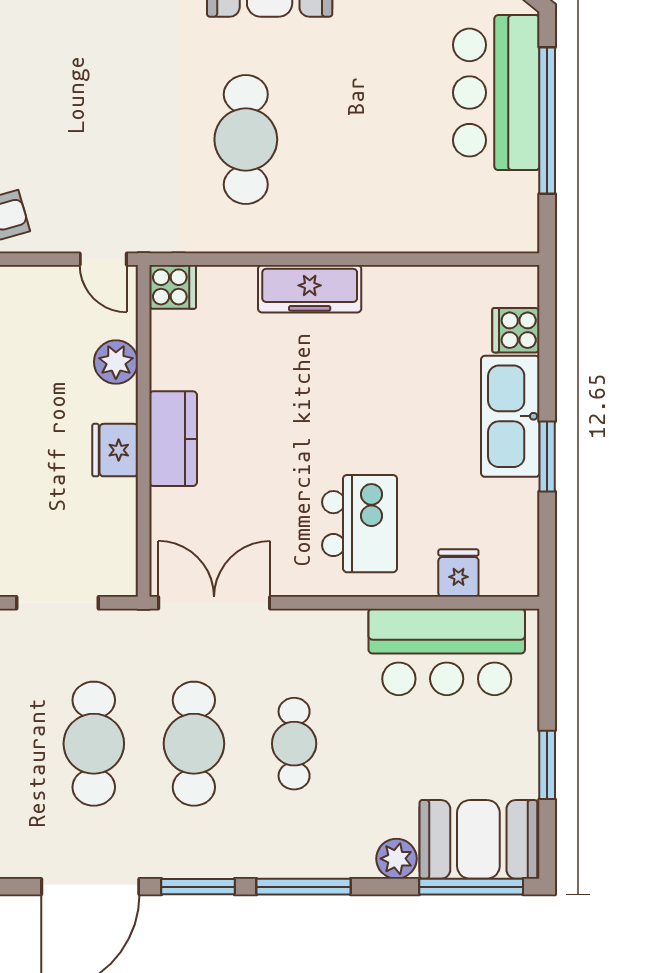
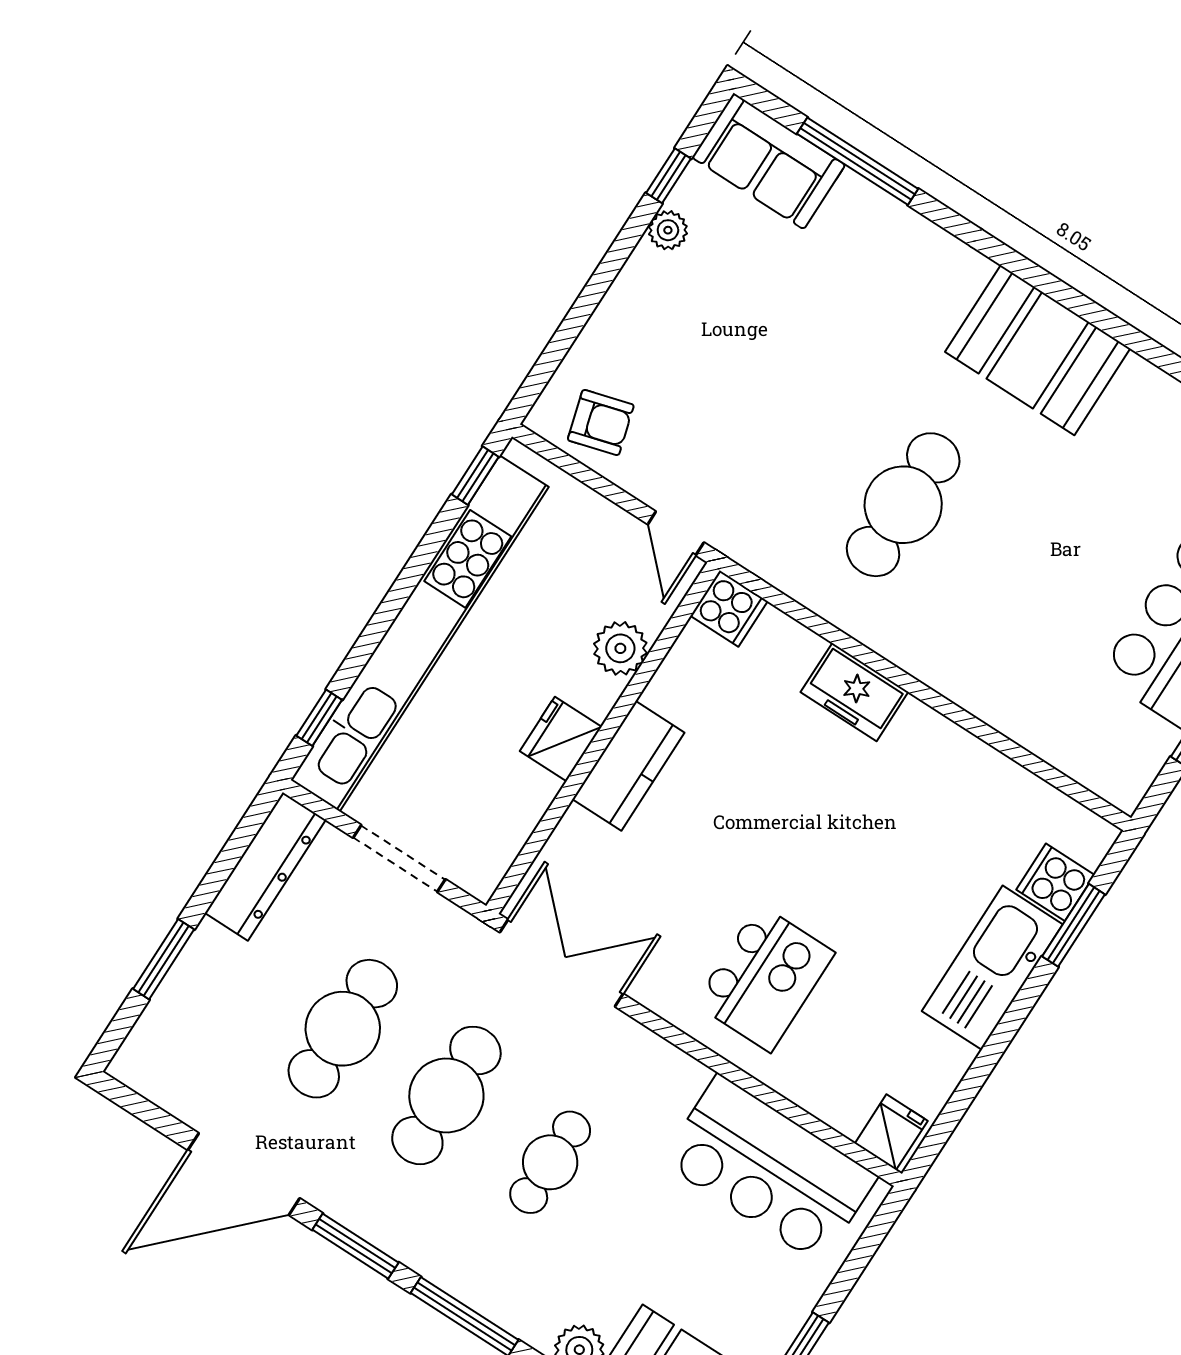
freezer: (310, 289) -> (854, 692), width x0.71
window: (547, 456) -> (1074, 925), moved
fridge: (458, 573) -> (891, 1132), moved

